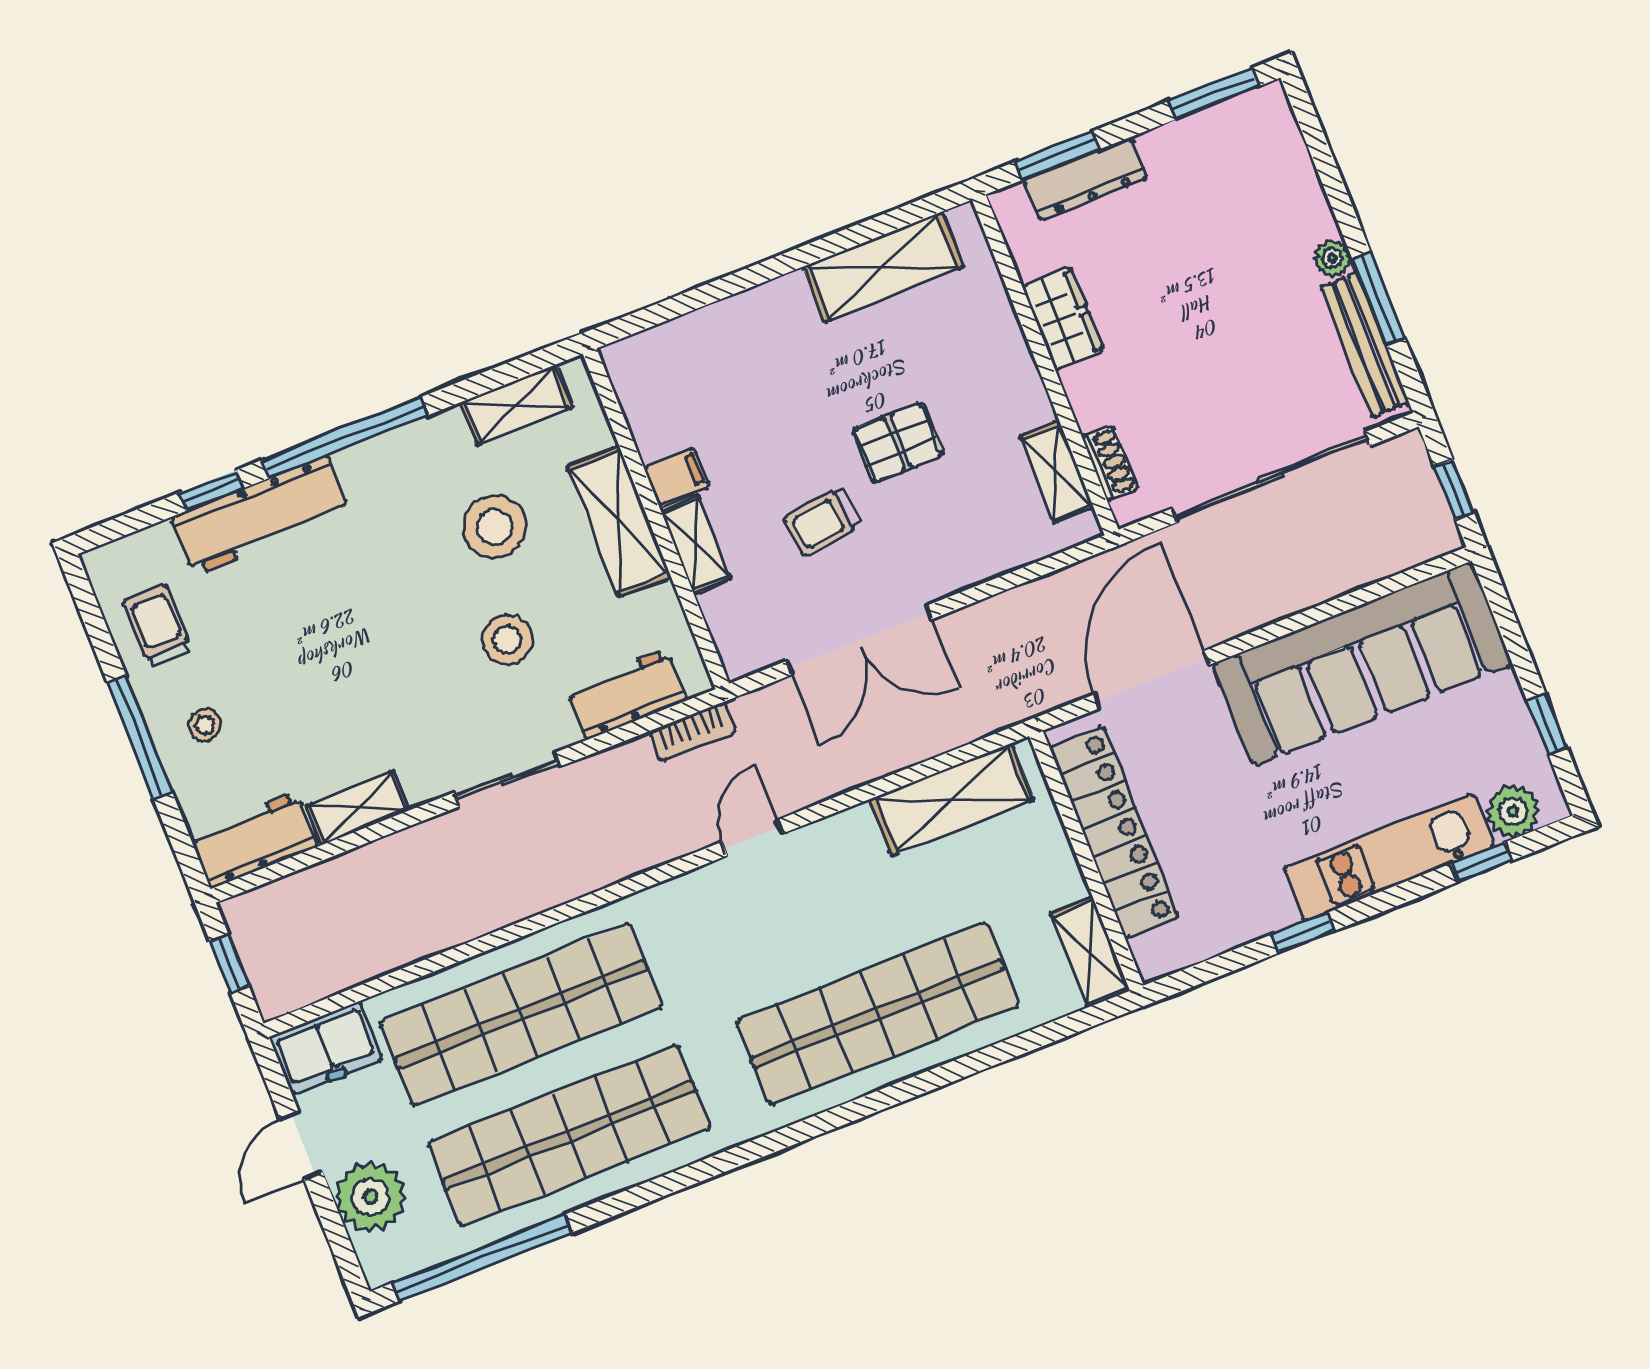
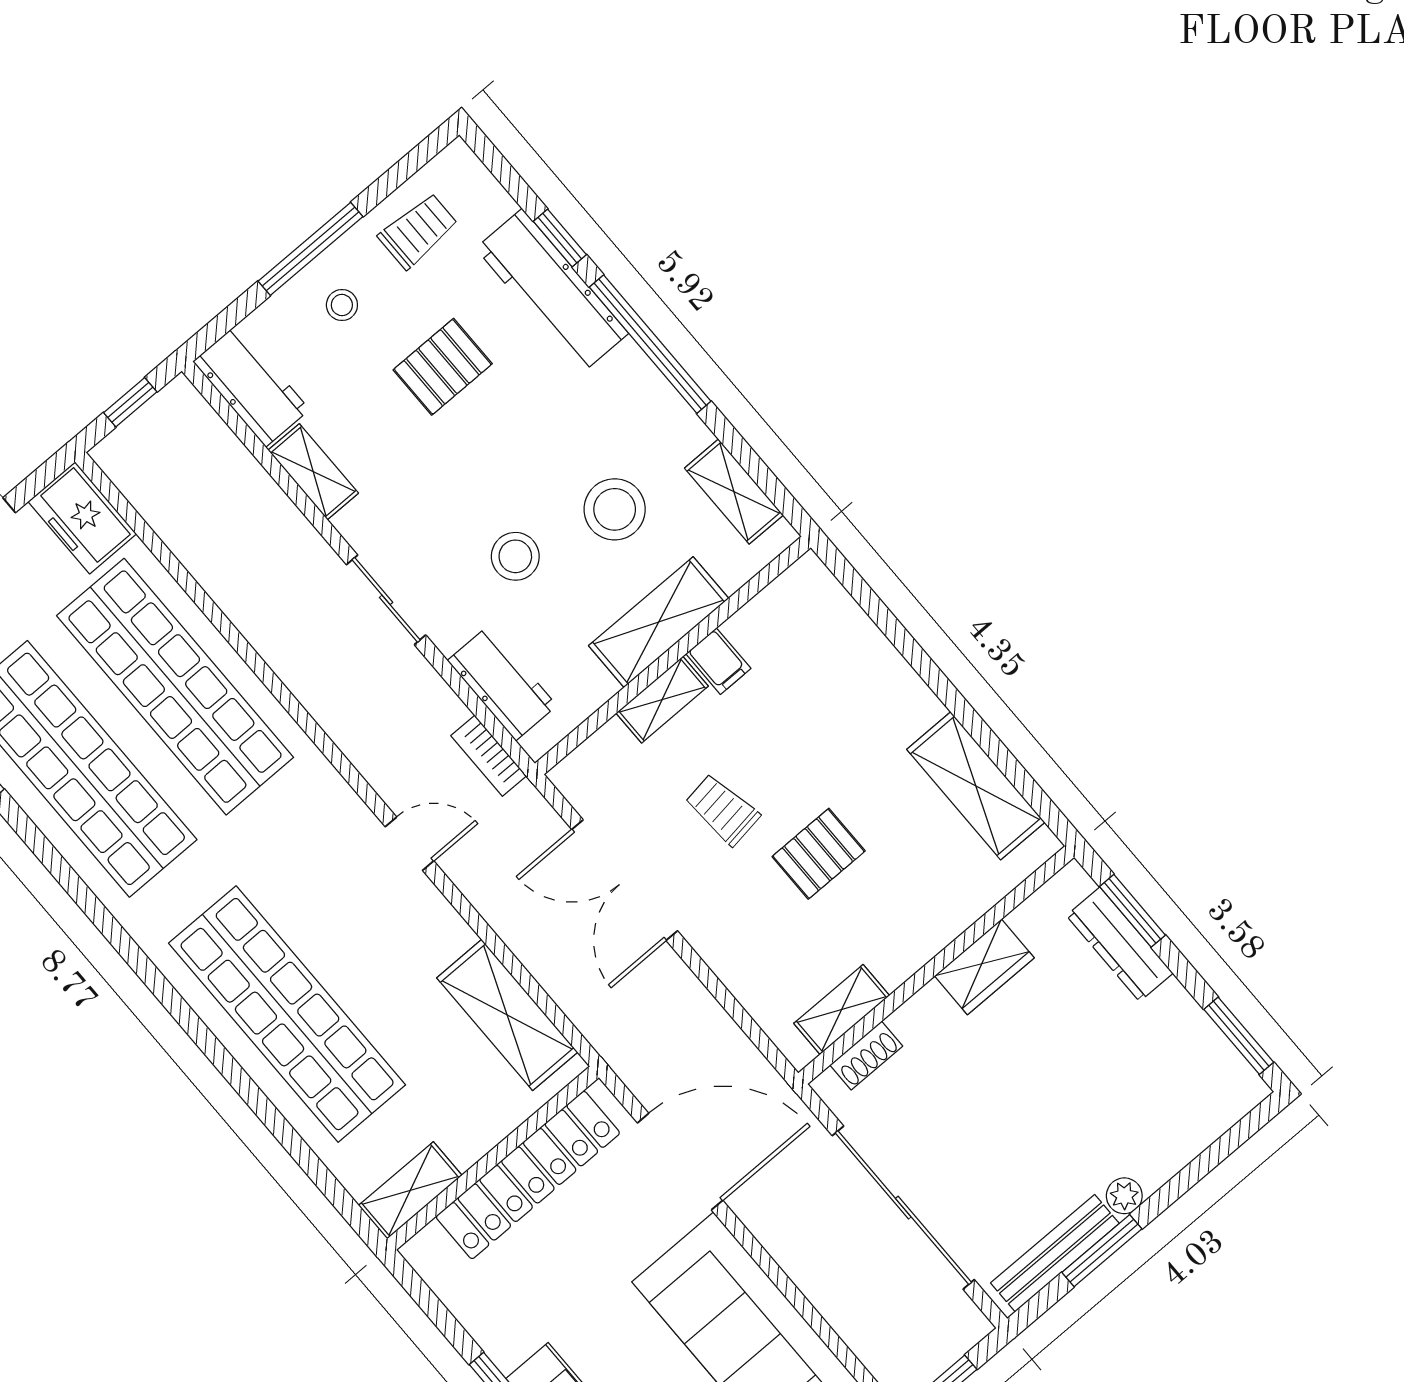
pallet: (898, 442) -> (819, 854), turned 90
pallet: (298, 647) -> (443, 367), added

